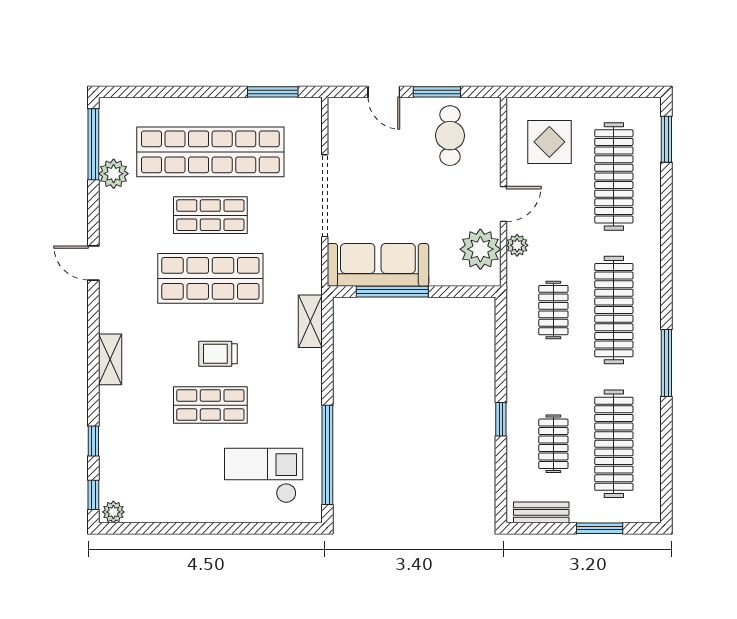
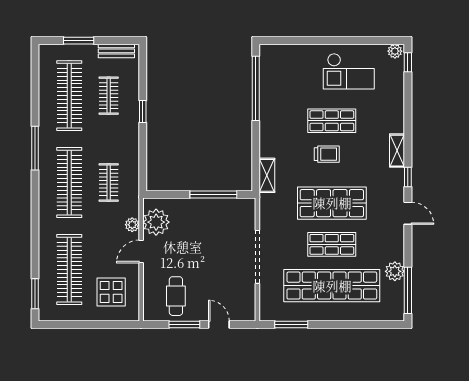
sofa: (378, 265) -> (223, 212), removed
window: (93, 441) -> (408, 177), moved
checkout: (264, 476) -> (349, 71), moved

